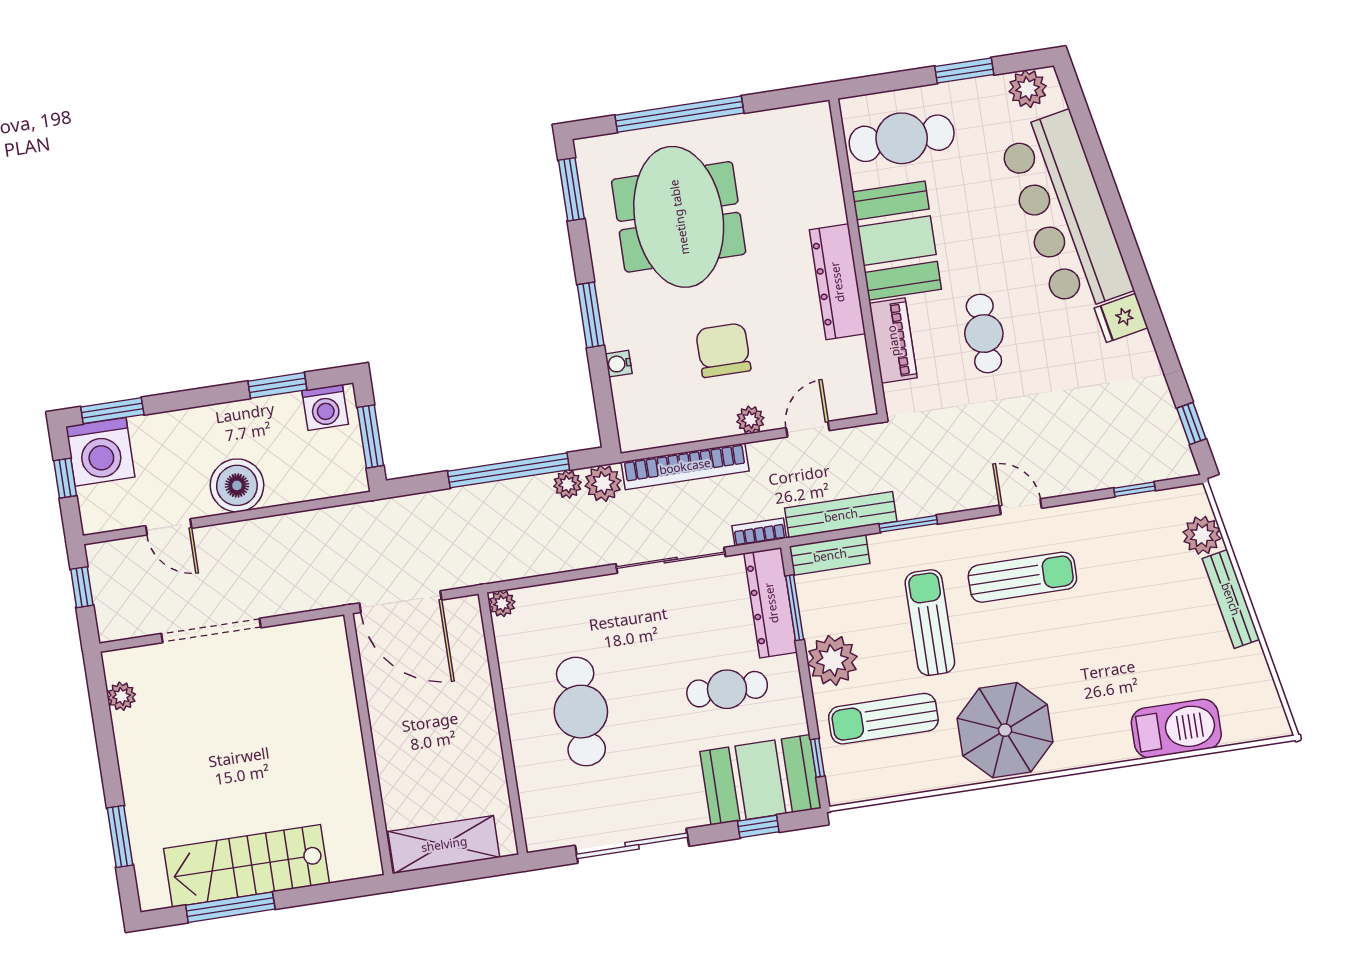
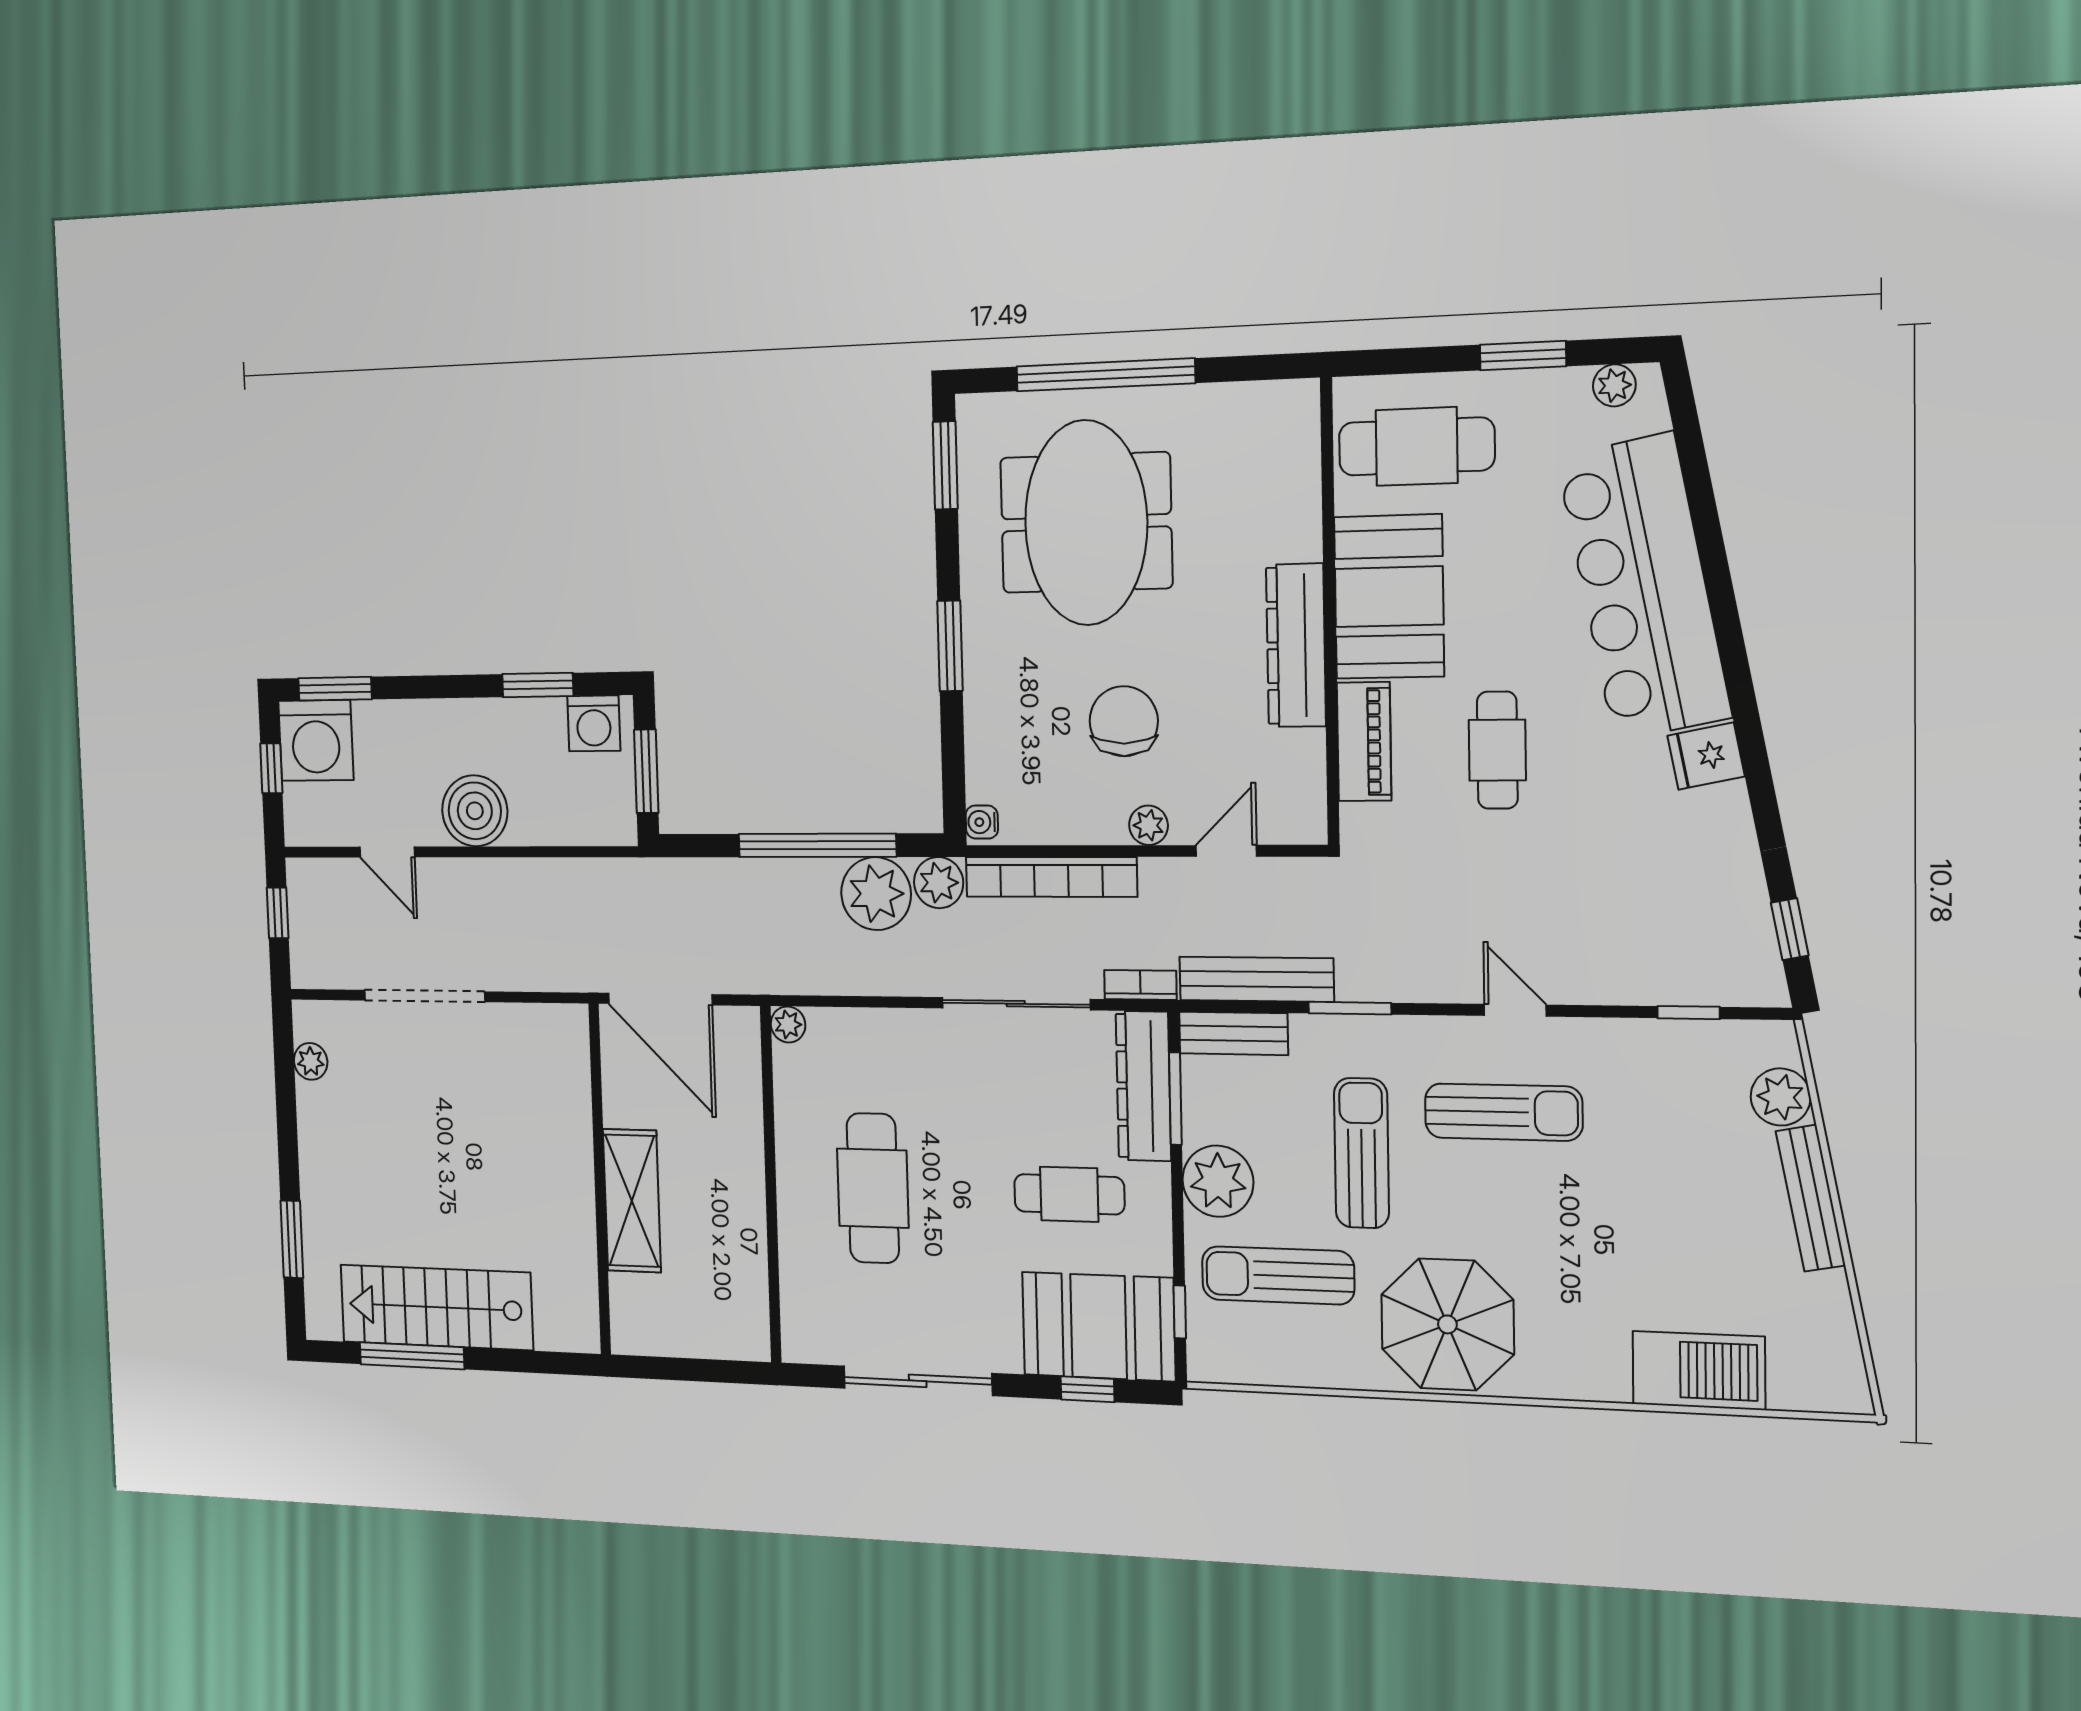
plant: (1028, 89) -> (1614, 385), width x0.73, depth x0.73
water cooler: (619, 364) -> (982, 822), moved
plant: (568, 484) -> (876, 894), width x1.88, depth x1.88
shelving: (444, 844) -> (632, 1201), moved, turned 90

